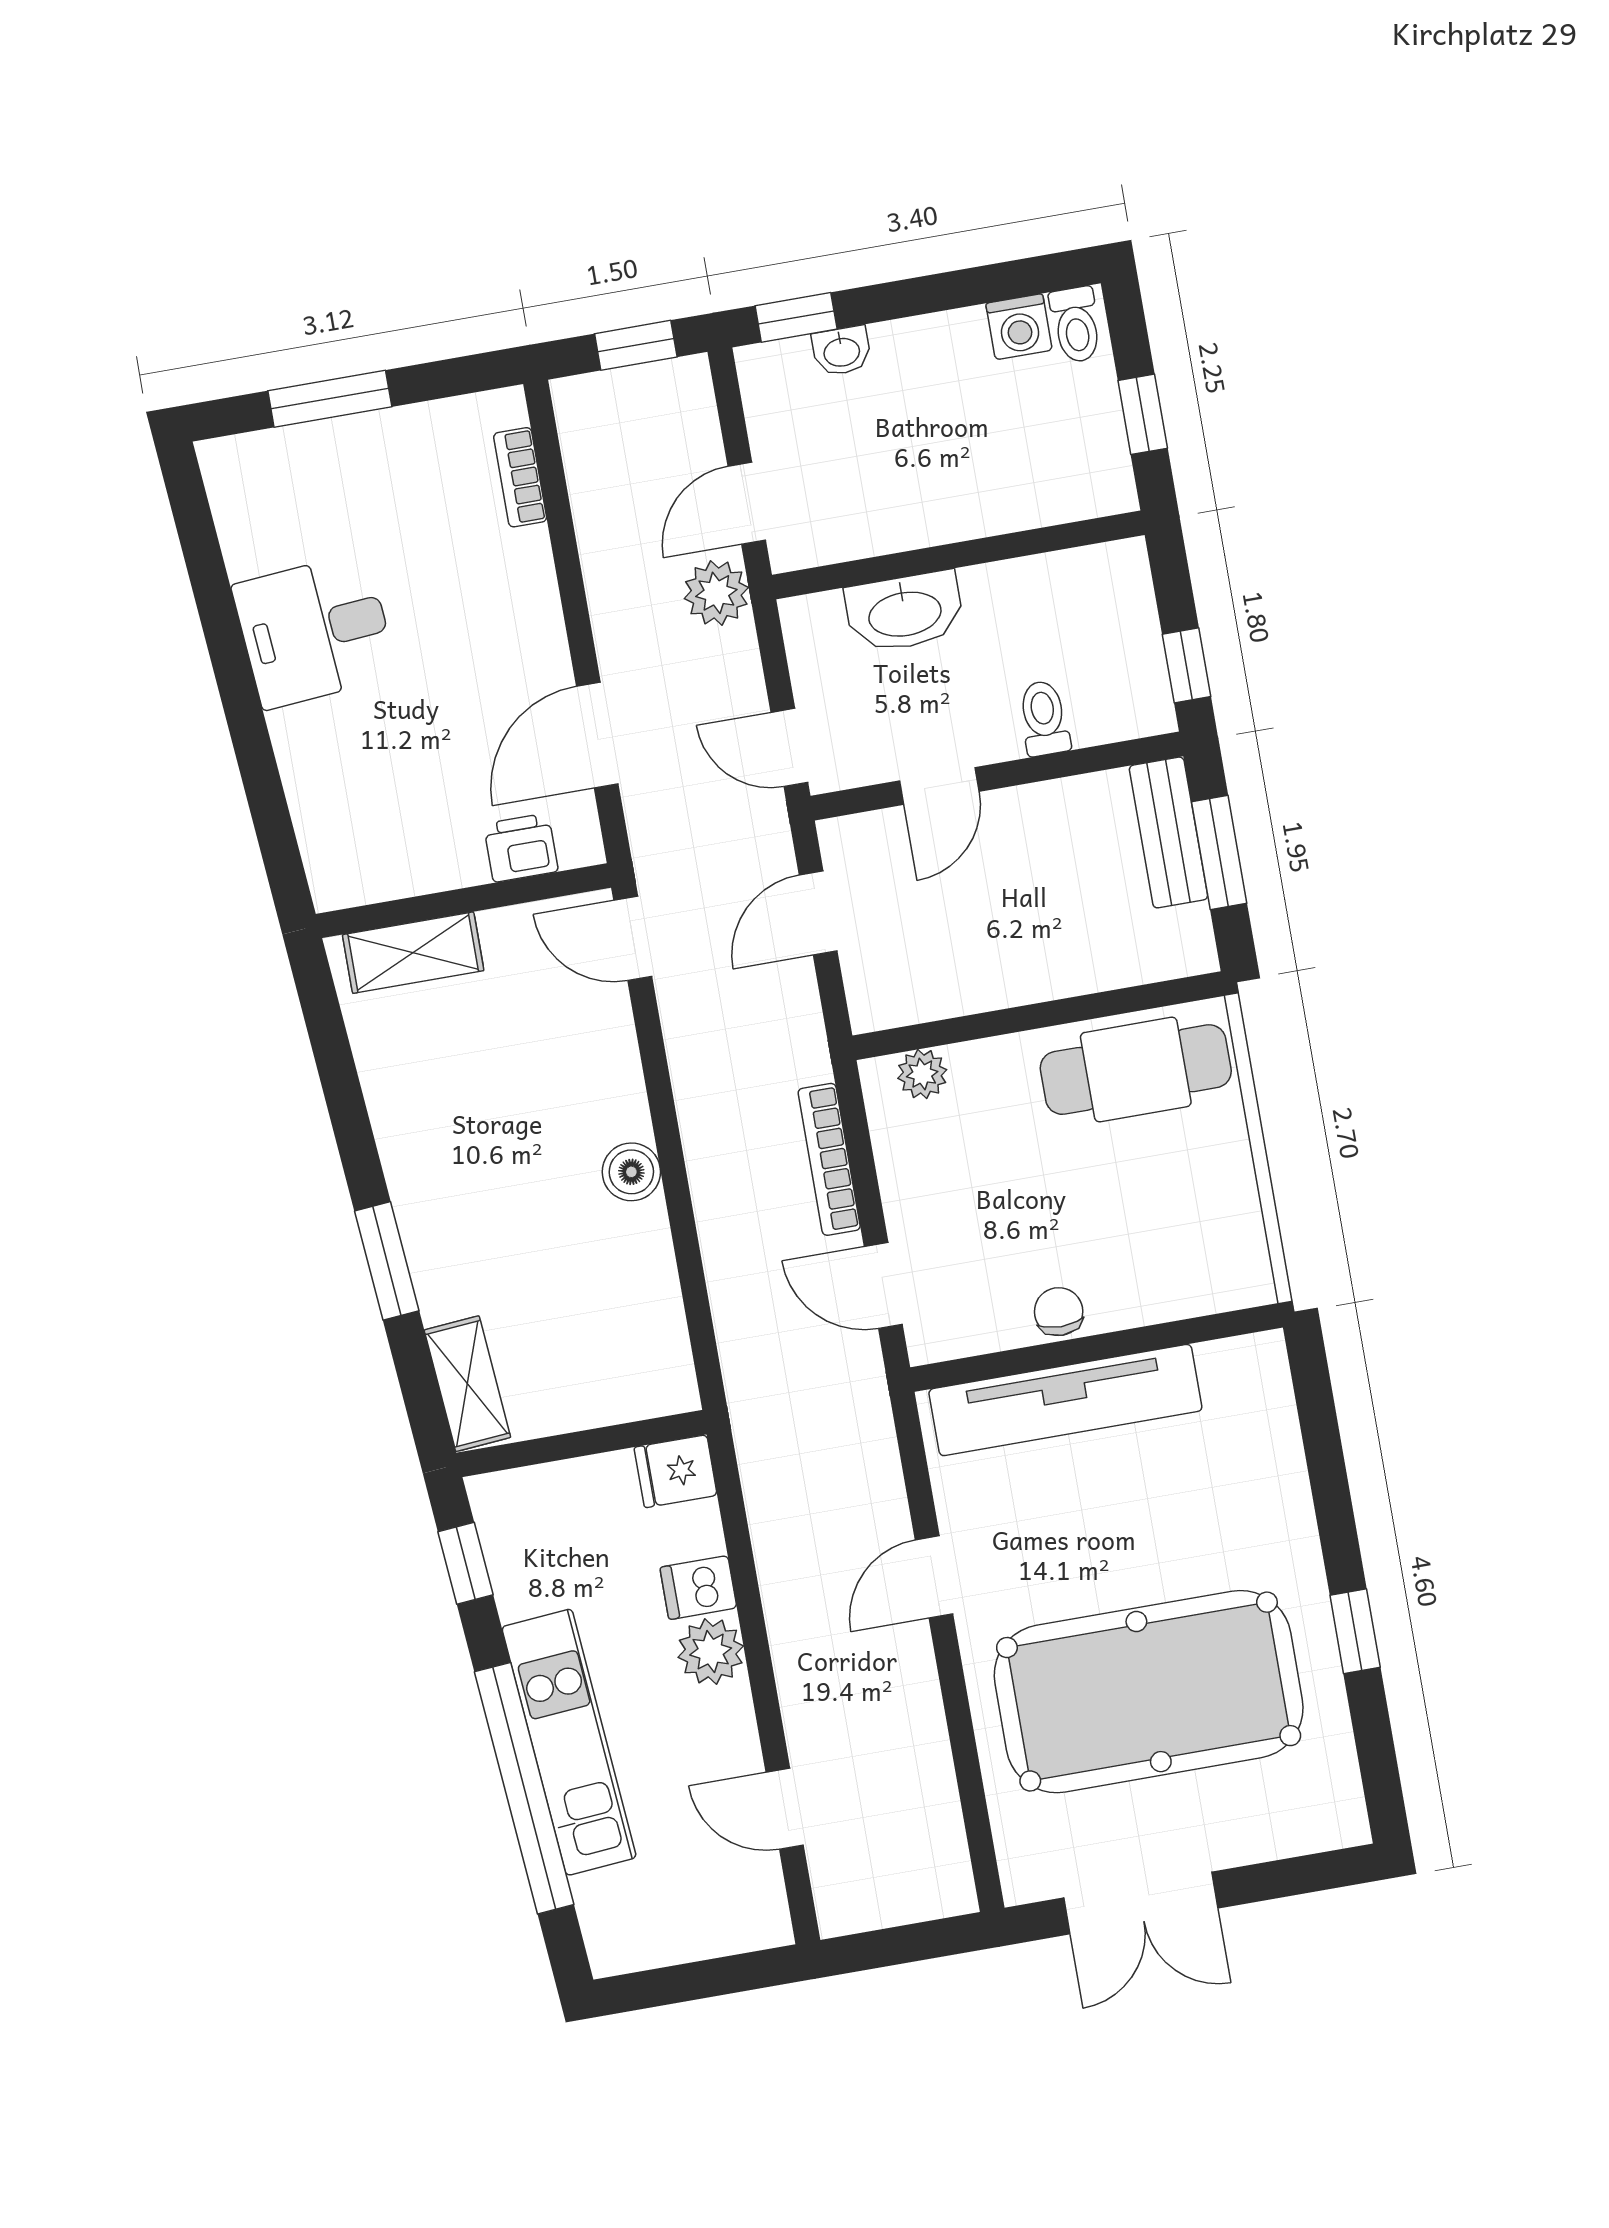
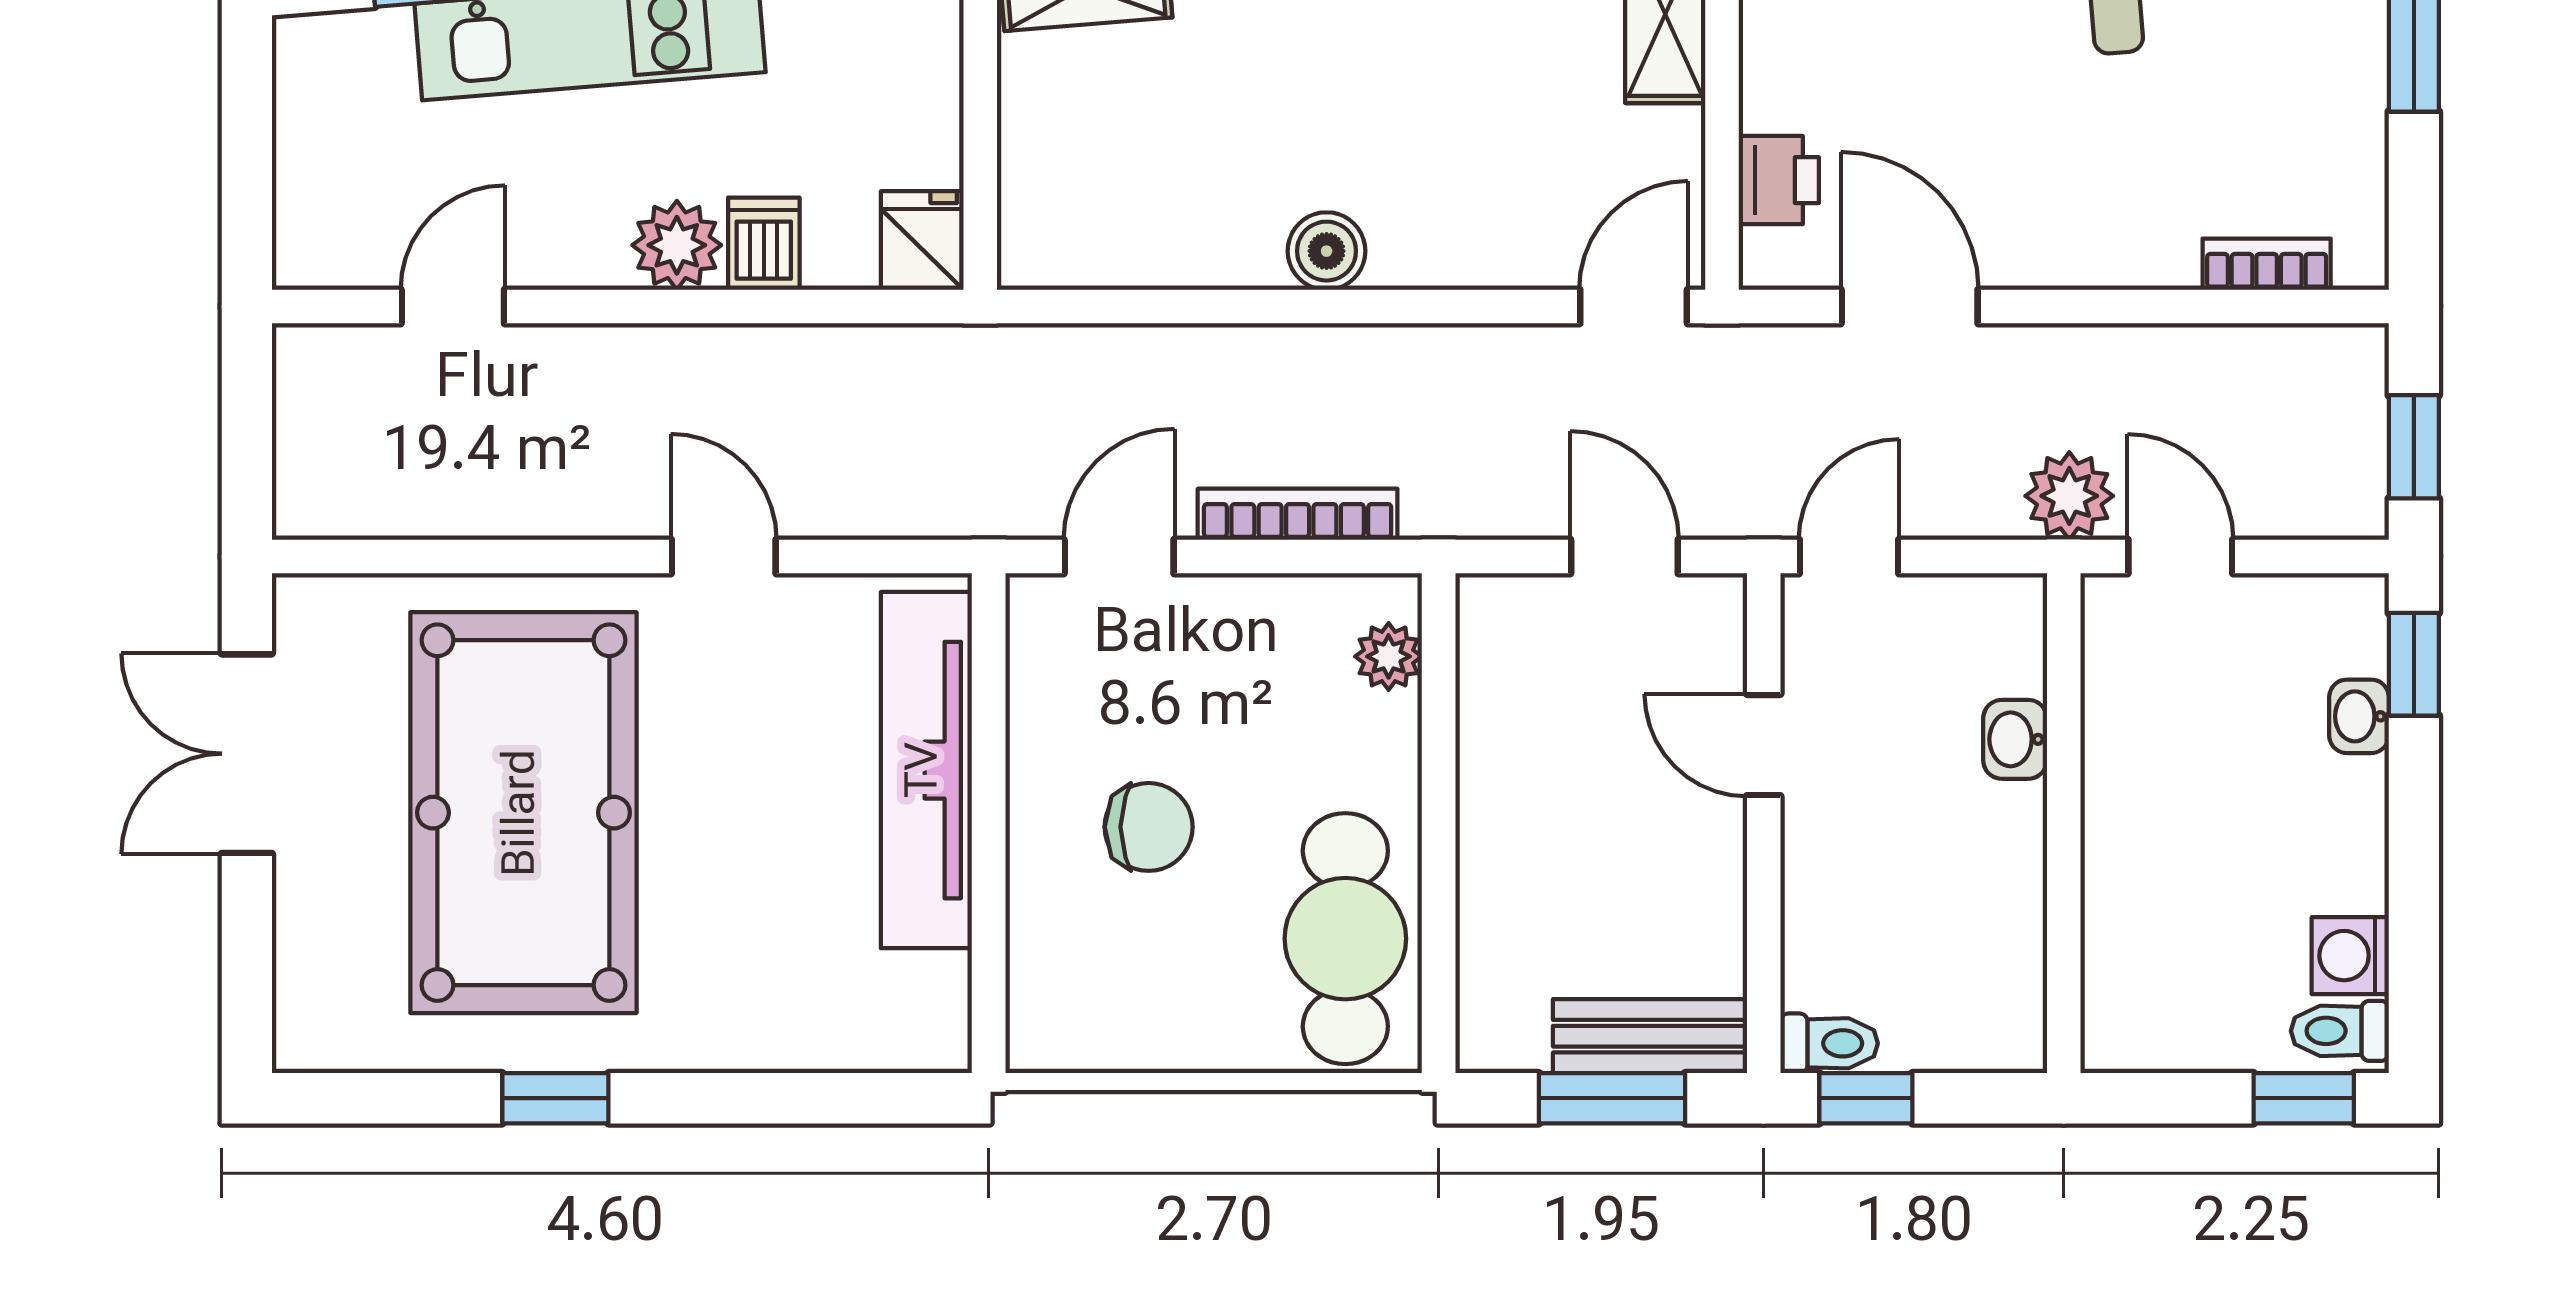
window: (1143, 414) -> (2304, 1098), moved
washbasin: (905, 612) -> (2015, 739), width x0.52, depth x0.69
toilet: (1044, 718) -> (1829, 1043), moved
chair: (1059, 1312) -> (1149, 827), moved, width x1.37, depth x1.37

